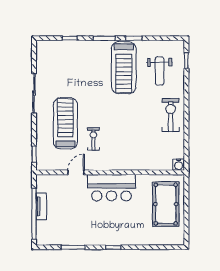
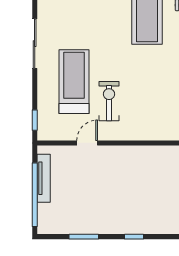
exercise bike: (93, 139) -> (109, 101), width x1.38, depth x1.39
bar counter: (111, 188) -> (132, 162), removed
tv unit: (41, 206) -> (44, 178), width x1.41

